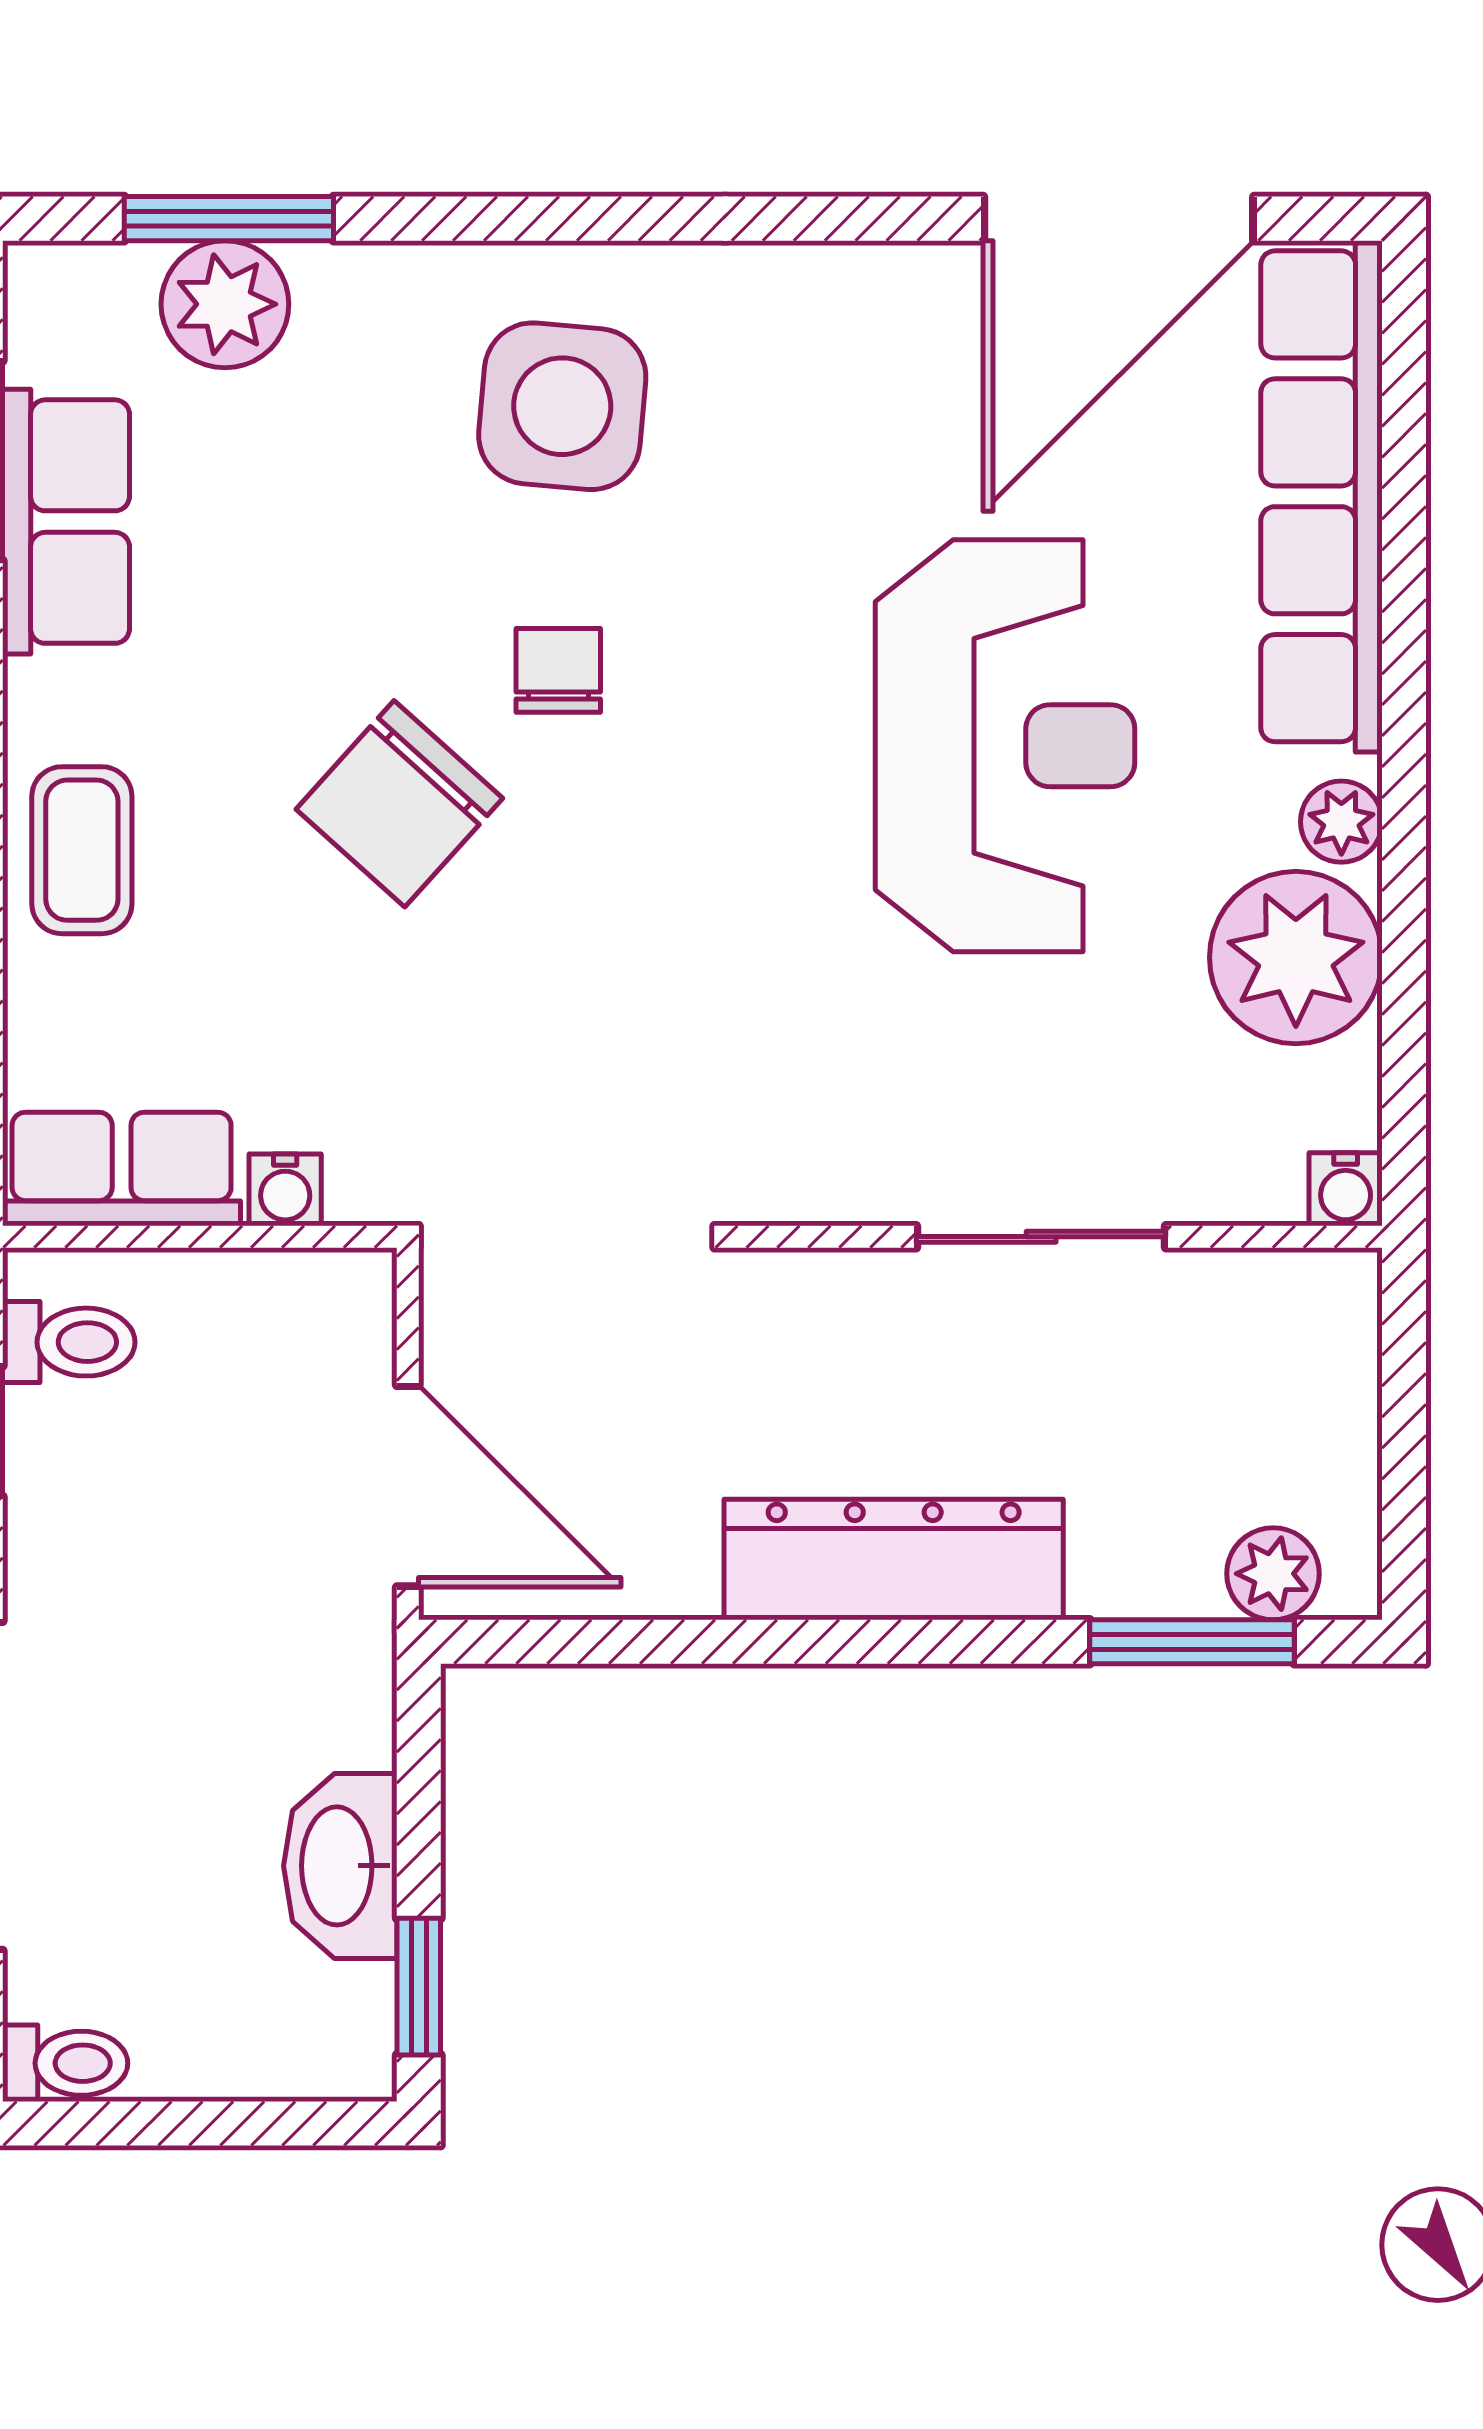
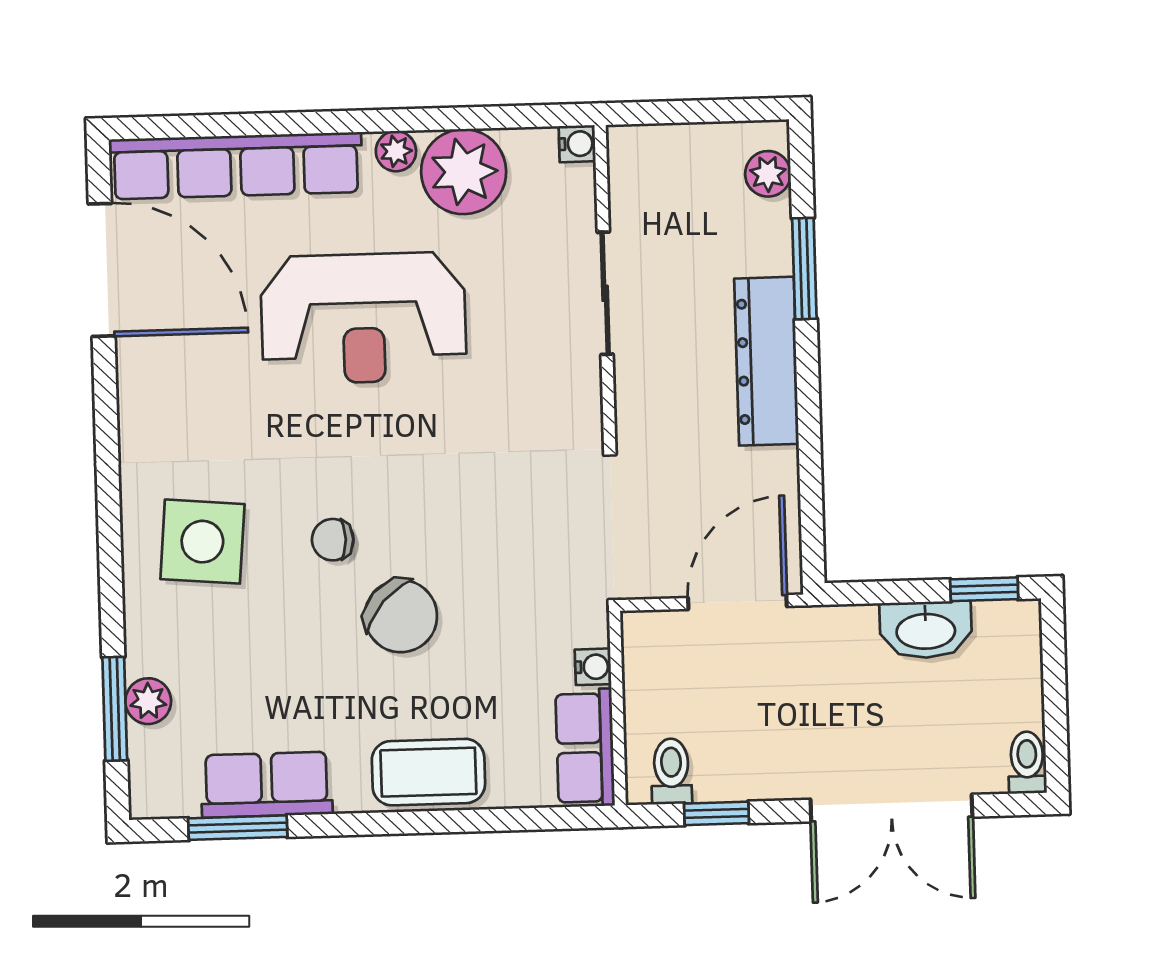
plant: (225, 304) -> (148, 701), width x0.73, depth x0.73
reception desk: (1005, 746) -> (363, 318), turned 180
coffee table: (82, 850) -> (428, 772), width x1.36, depth x1.30
window: (1192, 1642) -> (804, 269), moved

